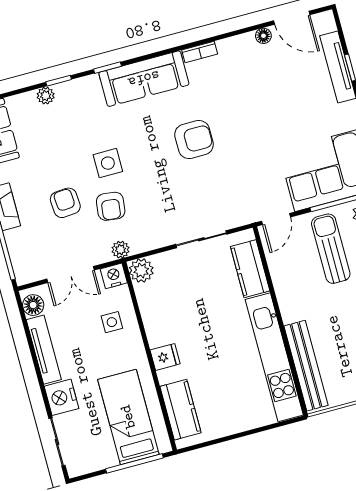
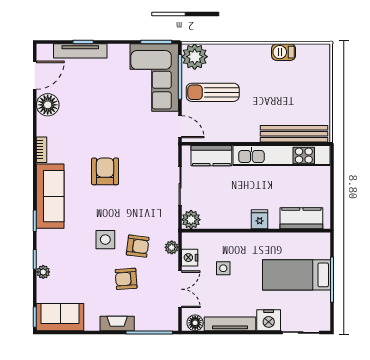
floor lamp: (263, 36) -> (48, 105), width x1.89, depth x1.89
plant: (141, 270) -> (191, 220), moved
wall: (149, 356) -> (256, 231), moved
fridge: (165, 357) -> (260, 219), moved
kitchen counter: (180, 410) -> (301, 218), moved

